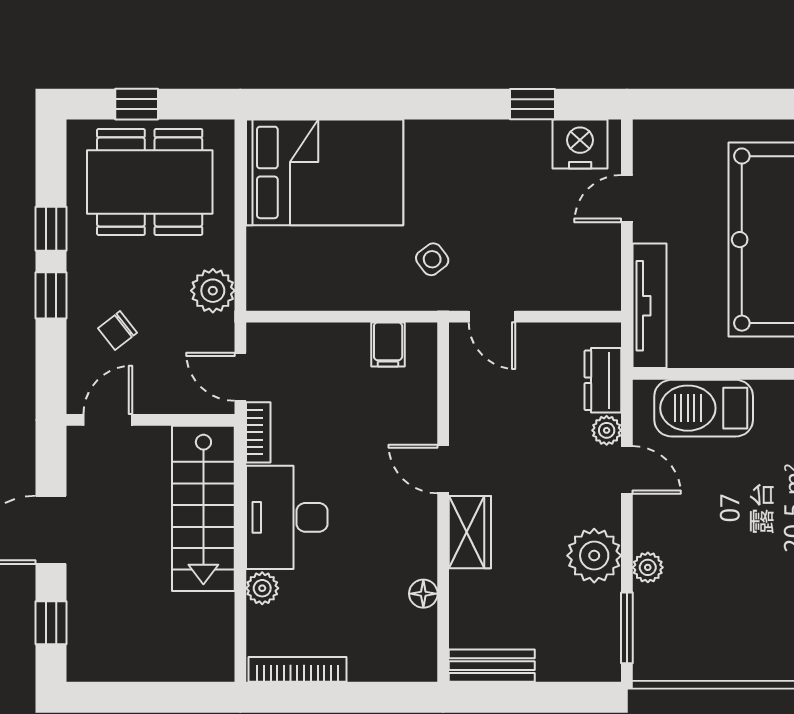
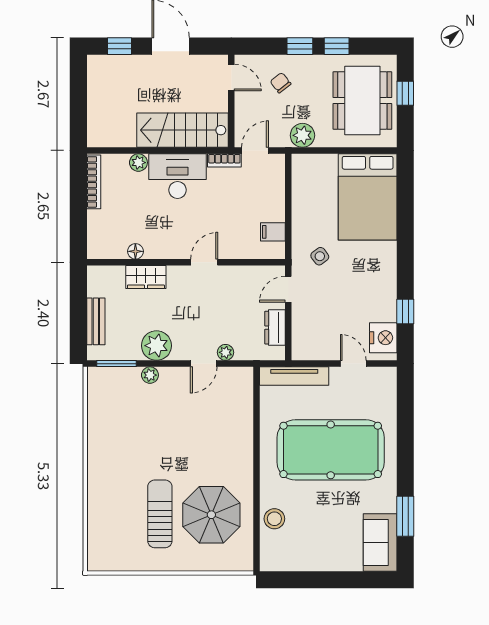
dresser: (603, 380) -> (275, 328), moved, turned -90
barbecue: (704, 408) -> (238, 406), removed
wardrobe: (470, 532) -> (146, 277), moved
bench: (492, 666) -> (96, 321), moved

